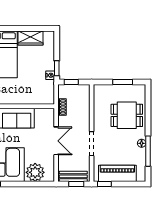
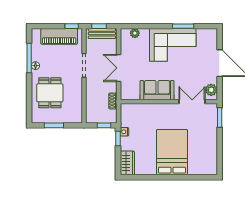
wardrobe: (30, 38) -> (127, 163), moved, turned 90
dining table: (127, 115) -> (50, 93), turned 90
plant: (35, 172) -> (135, 33), width x0.53, depth x0.53

